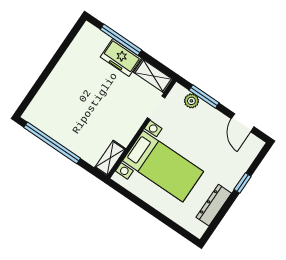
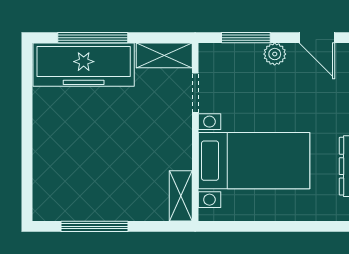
freezer: (121, 58) -> (84, 65), width x1.91, depth x1.26
plant: (191, 101) -> (275, 54), moved
window: (52, 143) -> (95, 226), width x0.68

